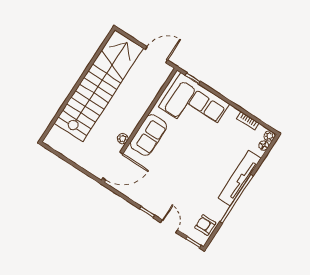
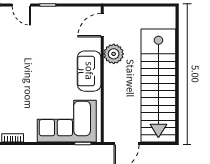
plant: (123, 139) -> (114, 54), width x1.88, depth x1.88
door: (113, 166) -> (102, 25), width x0.73

